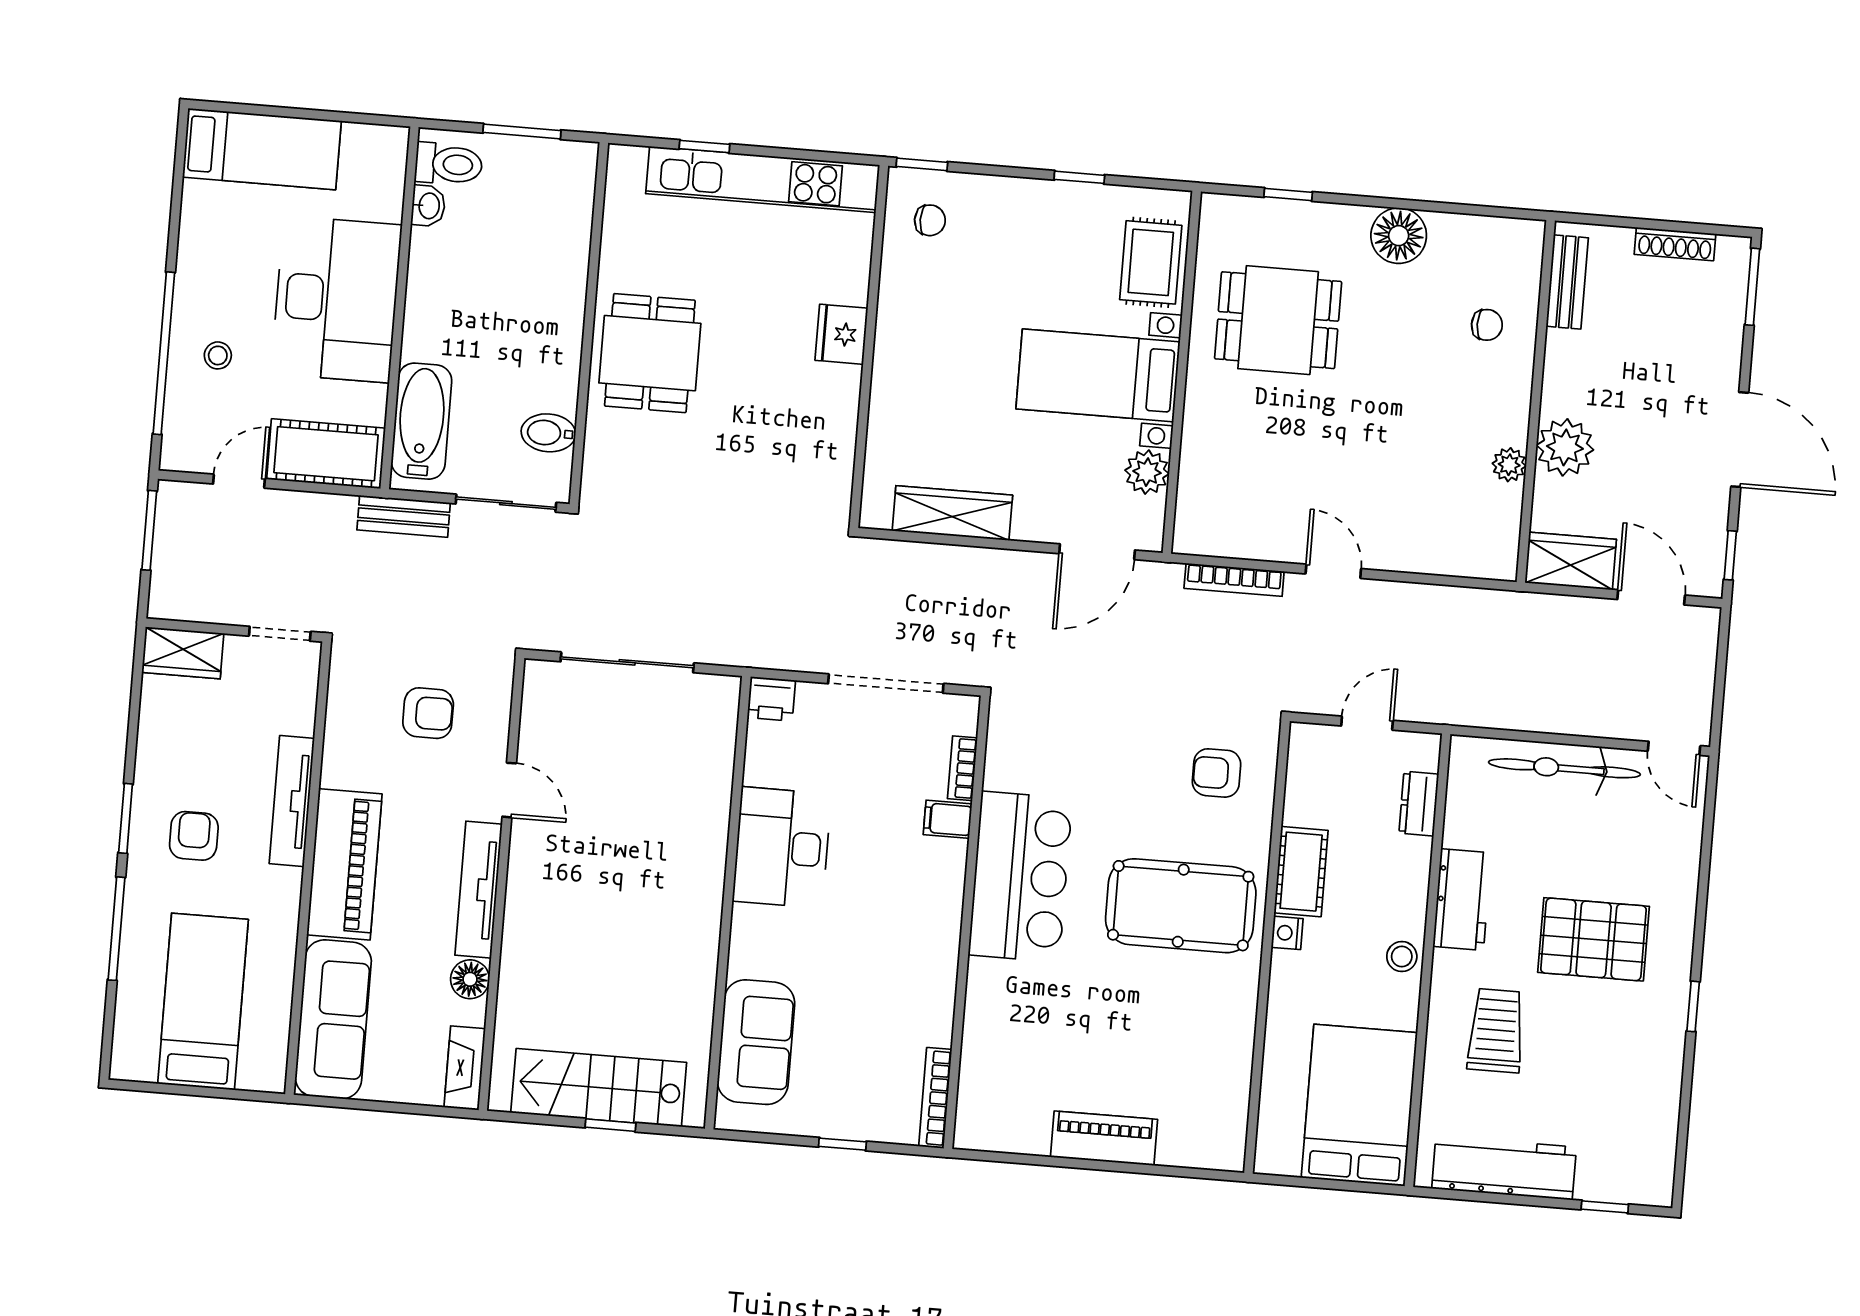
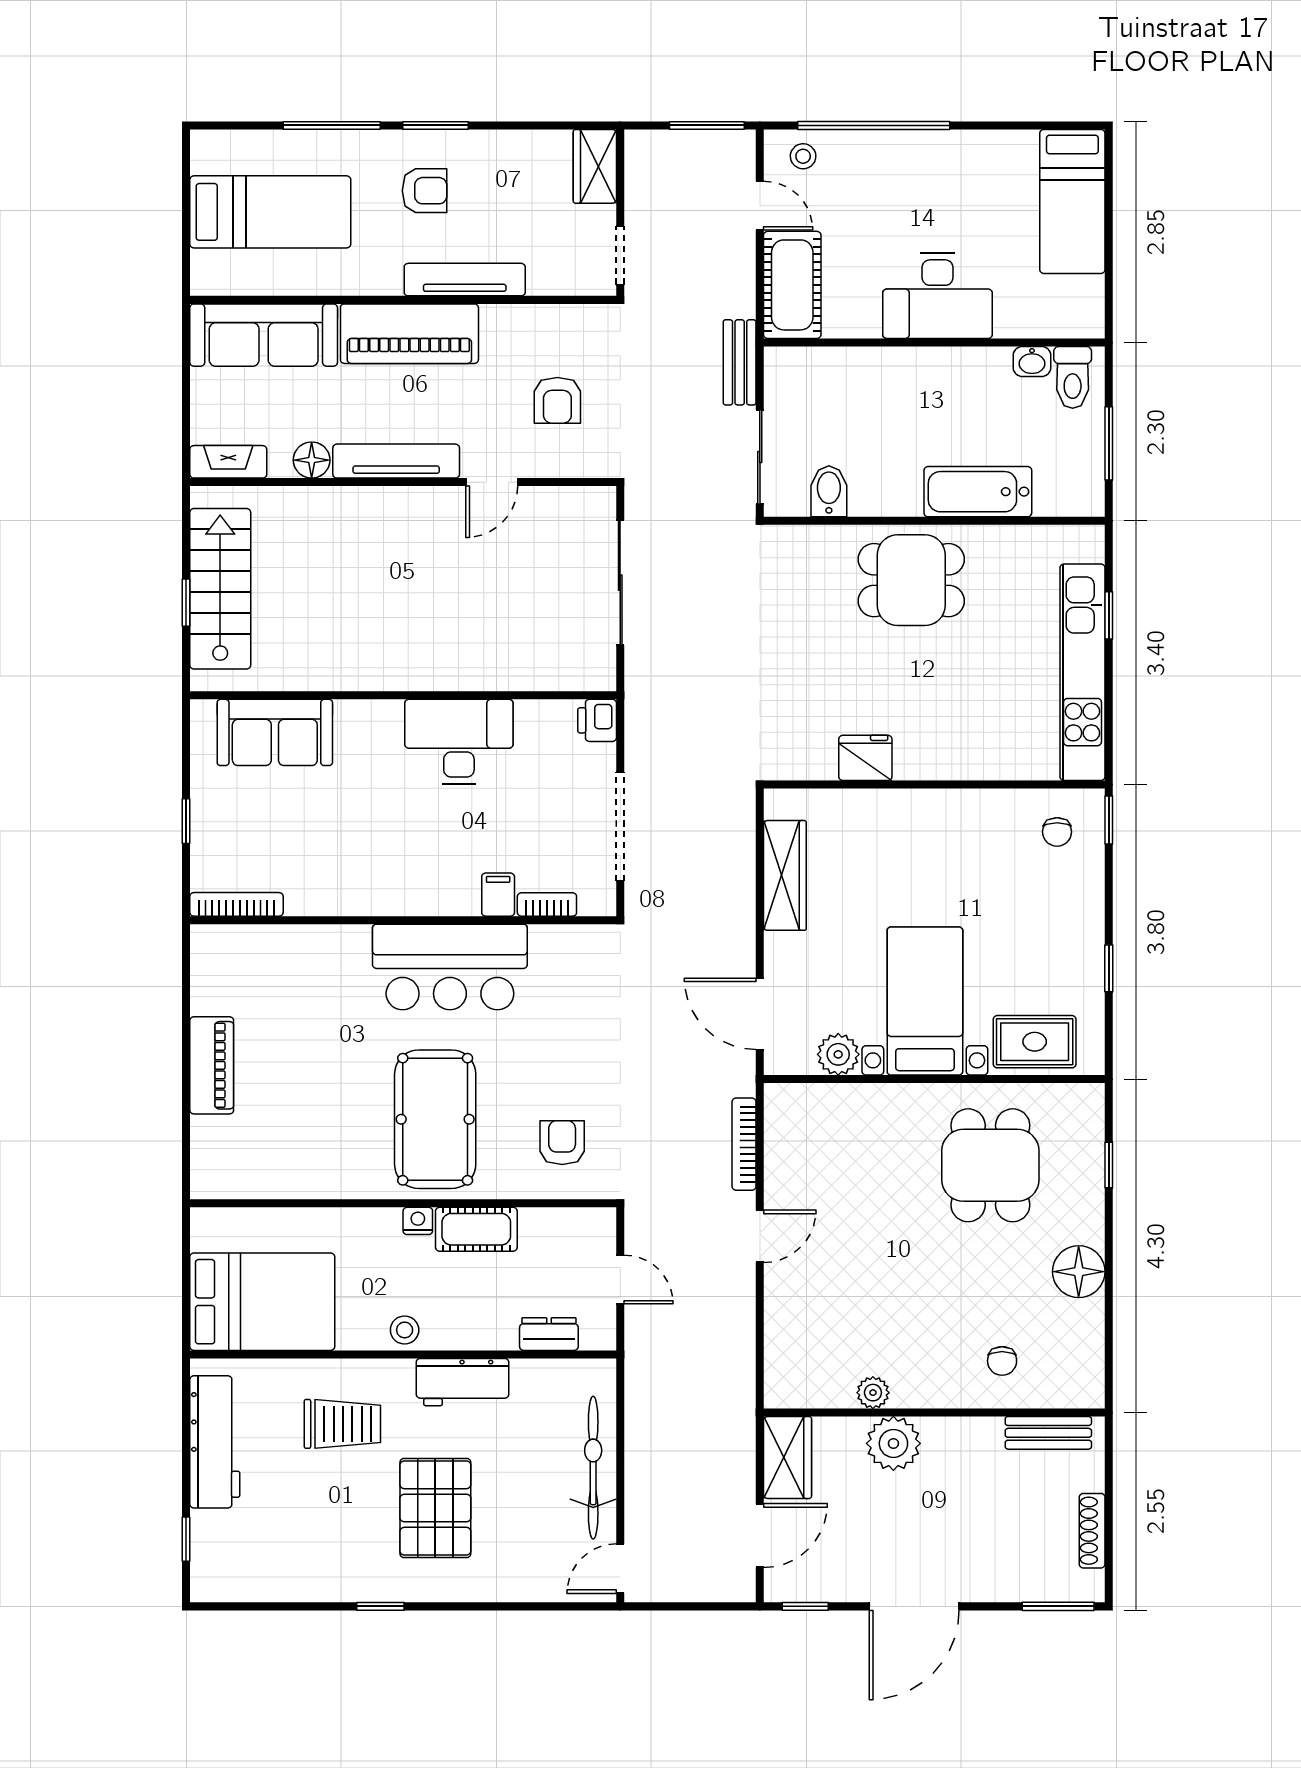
desk: (337, 299) -> (938, 296), width x0.73, depth x0.77
fridge: (841, 334) -> (865, 758), moved
stool: (218, 355) -> (803, 156), moved
bathtub: (421, 421) -> (978, 492), moved, turned 180

